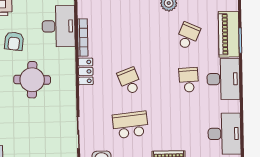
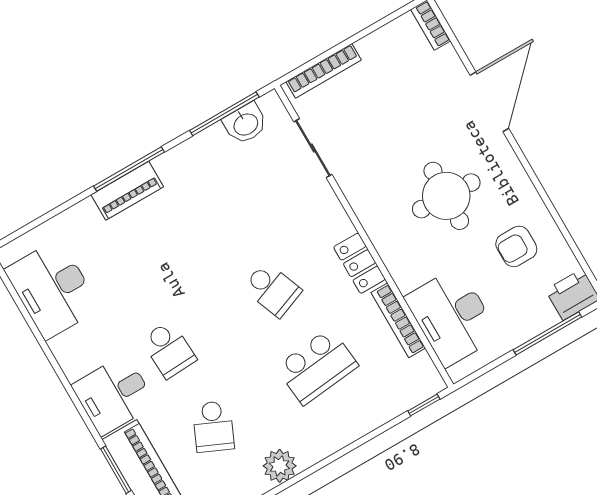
armchair: (14, 41) -> (516, 246), turned -97
desk: (223, 79) -> (114, 395), width x0.73
school desk: (130, 125) -> (317, 366), moved

